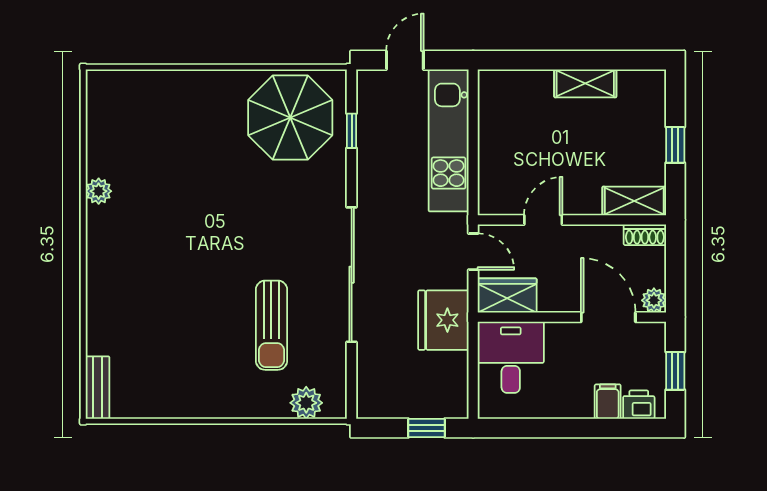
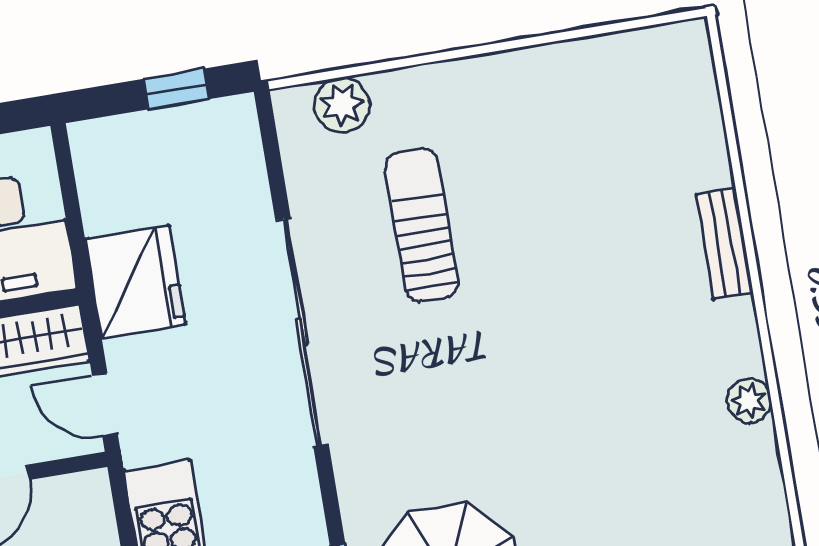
bench: (98, 388) -> (724, 243), moved
window: (426, 428) -> (176, 89), moved

